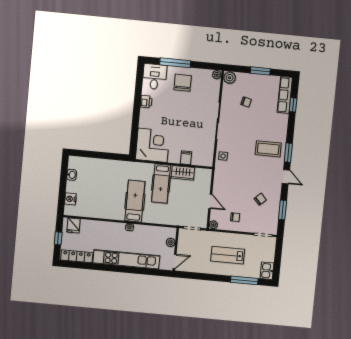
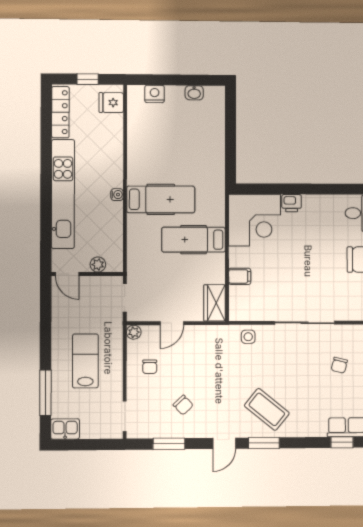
printer: (146, 102) -> (292, 203), moved
coffee table: (268, 149) -> (267, 409), turned -51
wardrobe: (183, 173) -> (215, 303), moved

